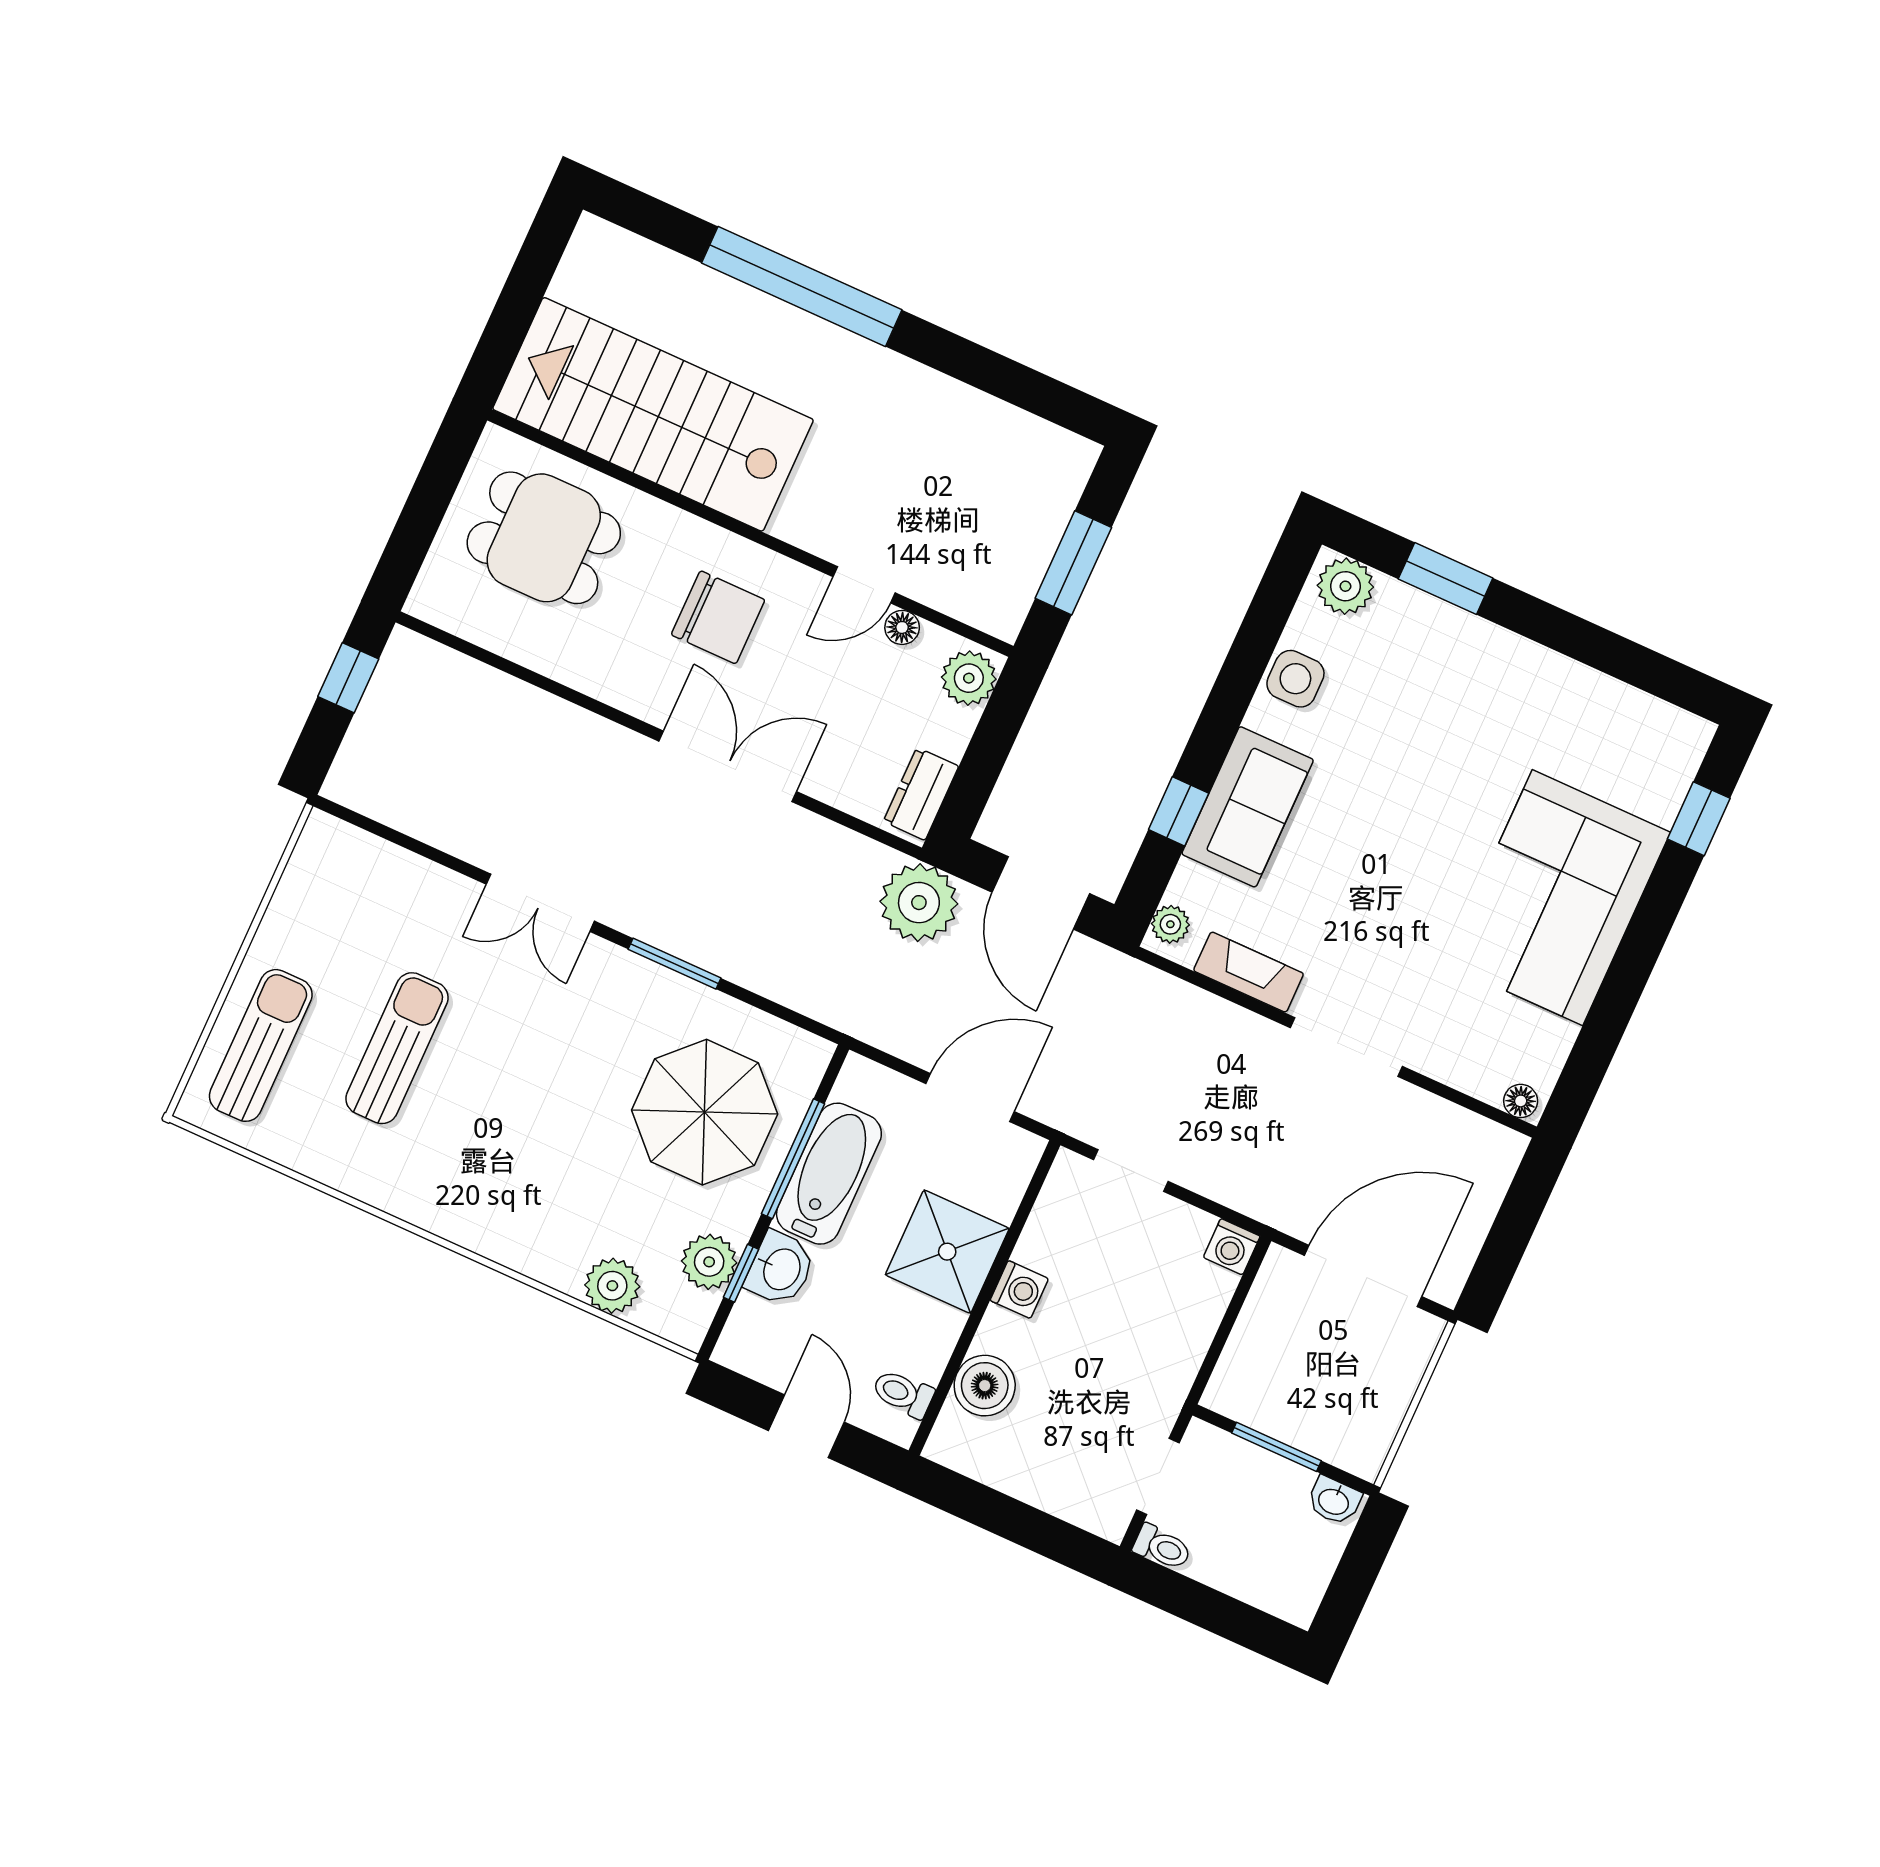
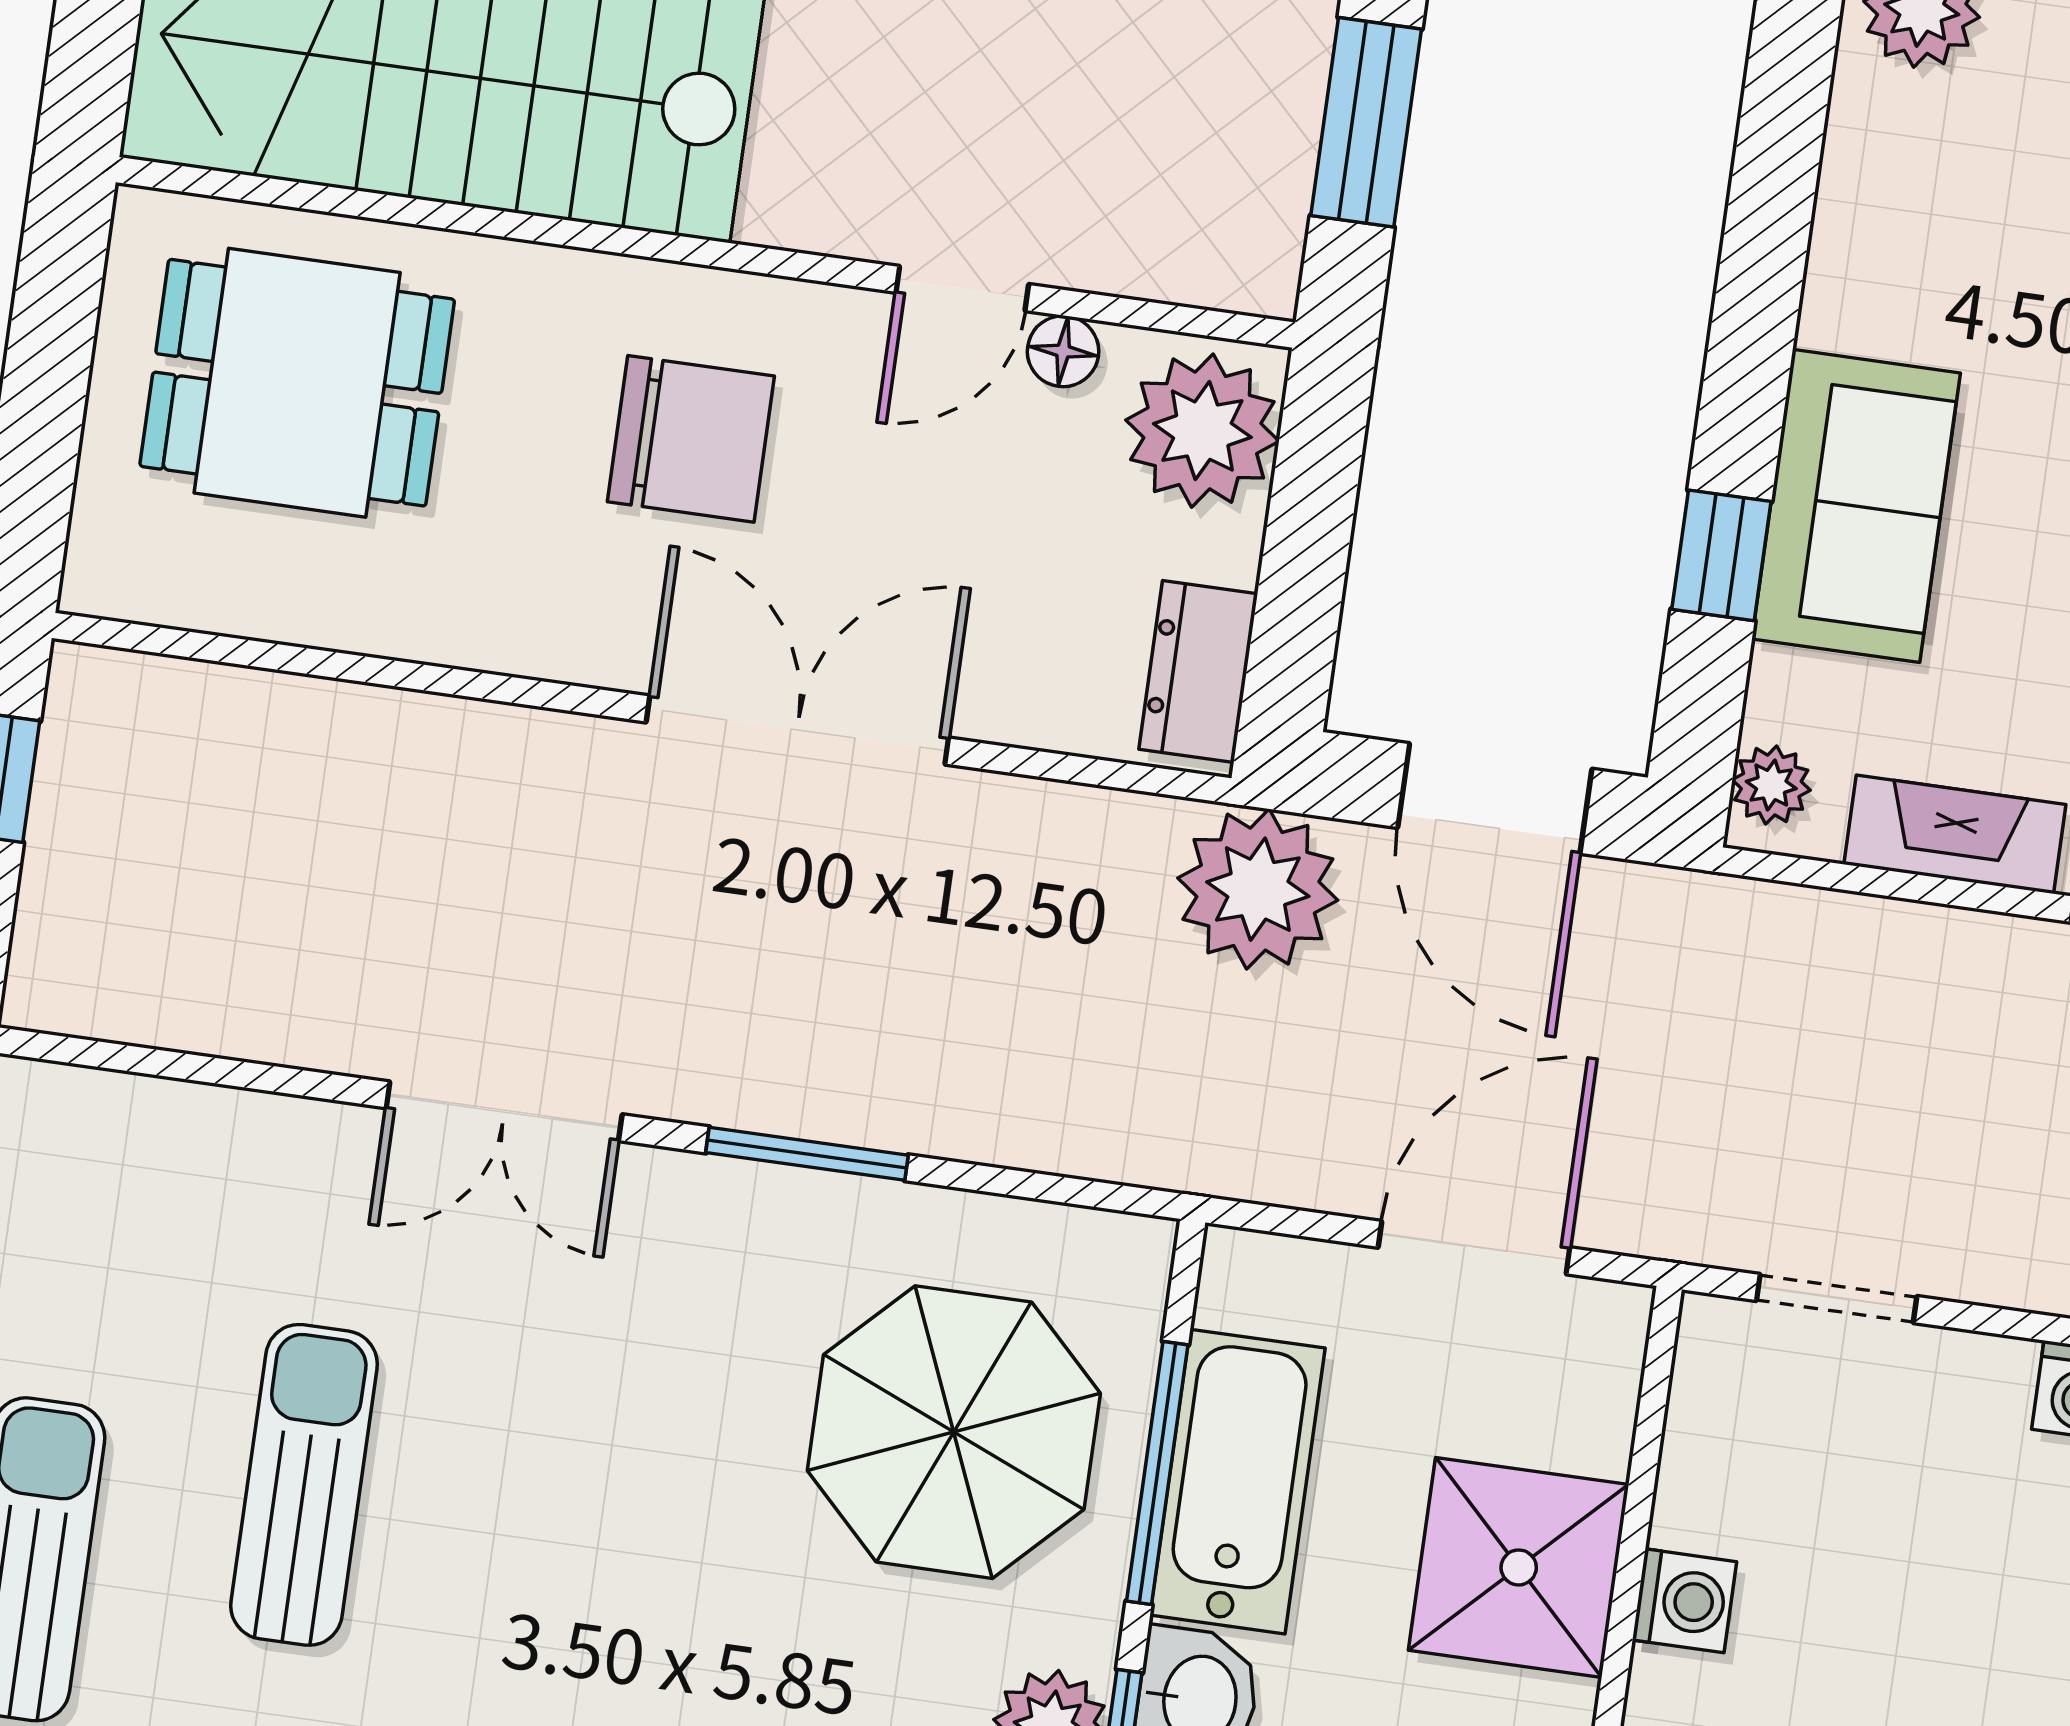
plant: (969, 678) -> (1202, 431), width x1.36, depth x1.36
side table: (1295, 679) -> (1876, 223), removed

